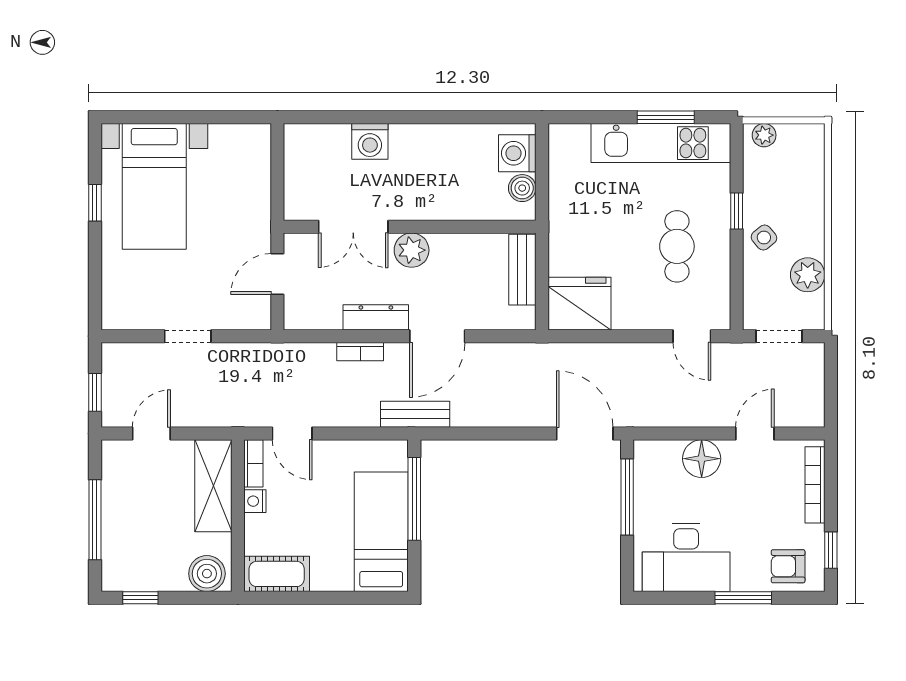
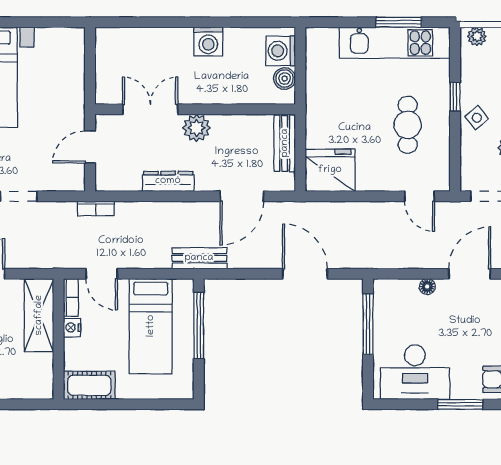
washing machine: (370, 141) -> (208, 41), moved
double door: (353, 227) -> (150, 109), swing flipped
door: (437, 336) -> (242, 196), moved
bookcase: (360, 352) -> (96, 209), moved
door: (585, 434) -> (305, 274), moved
door: (755, 434) -> (470, 274), width x1.38
floor lamp: (702, 459) -> (427, 287), width x0.53, depth x0.53
bed: (381, 532) -> (151, 326), moved, turned 180
boiler: (207, 574) -> (34, 385), removed

